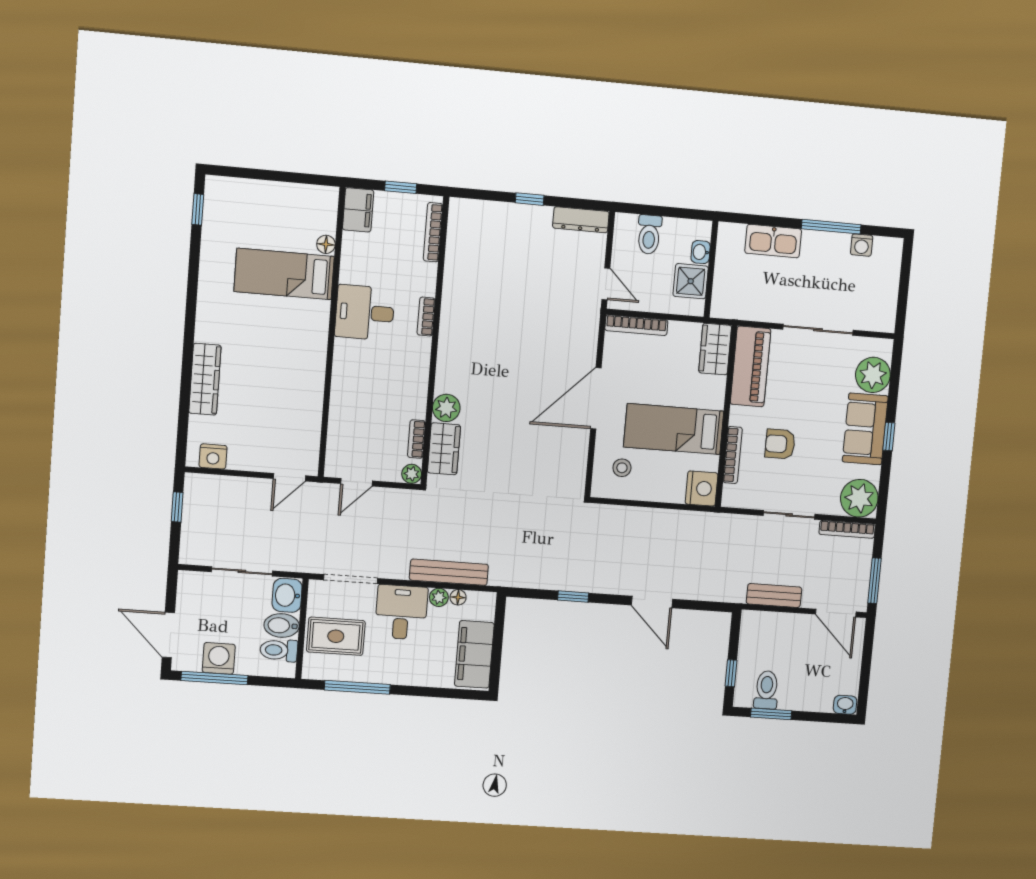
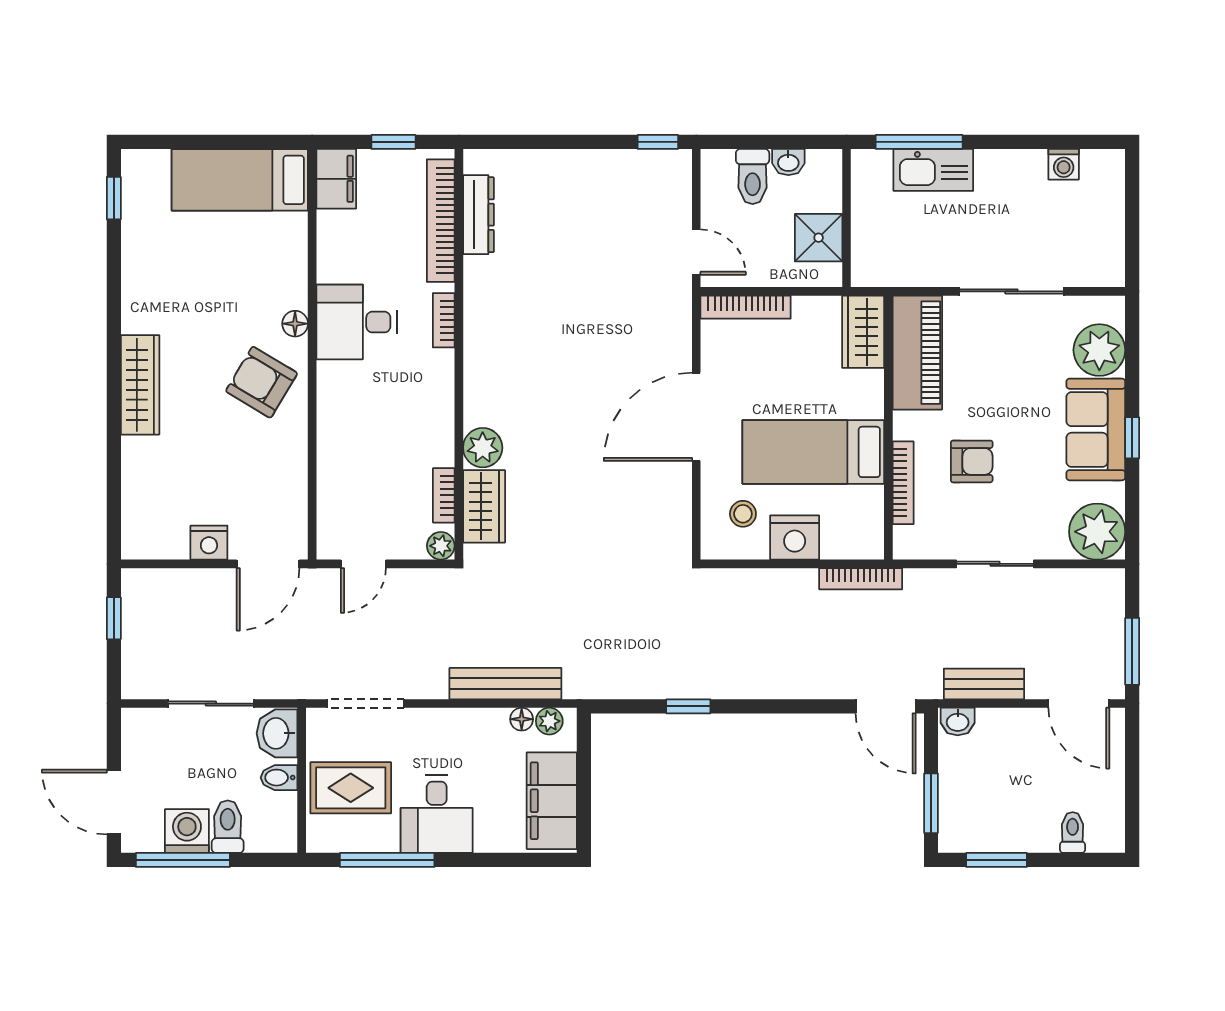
window: (530, 199) -> (658, 142), moved
dresser: (581, 220) -> (478, 215), moved, turned -90
window: (831, 227) -> (919, 142), moved
bookcase: (433, 232) -> (441, 221), width x1.48, depth x1.31
floor lamp: (326, 244) -> (295, 324), moved
washbasin: (701, 252) -> (788, 162), moved, turned -90
bed: (284, 274) -> (240, 180), moved
armchair: (294, 349) -> (262, 382), added
wardrobe: (205, 379) -> (140, 385), moved
armchair: (780, 444) -> (972, 461), turned 180
nightstand: (213, 456) -> (209, 543), moved
door: (289, 477) -> (268, 564), width x1.38
nightstand: (702, 489) -> (795, 538), moved, turned 90
bookcase: (847, 529) -> (861, 579), moved
plant: (439, 597) -> (549, 721), moved
door: (652, 602) -> (886, 706), moved
desk: (401, 612) -> (437, 814), moved, turned 180
bidet: (282, 626) -> (279, 778), width x0.72, depth x0.74
toilet: (279, 650) -> (228, 827), moved, turned 90
window: (731, 673) -> (931, 803), width x1.50
toilet: (766, 690) -> (1073, 833), moved, width x0.73, depth x0.72
washbasin: (845, 705) -> (958, 722), moved, turned 180

